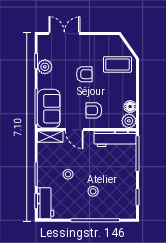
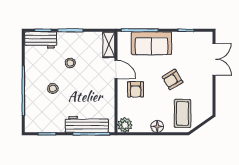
plant: (45, 67) -> (180, 39), removed
armchair: (84, 74) -> (173, 80), turned 59
floor lamp: (130, 107) -> (157, 126), moved
sofa: (49, 109) -> (151, 43), moved
armchair: (94, 110) -> (136, 89), turned 180
door: (74, 130) -> (116, 69), swing flipped
workbench: (115, 139) -> (87, 124), moved, turned 90

